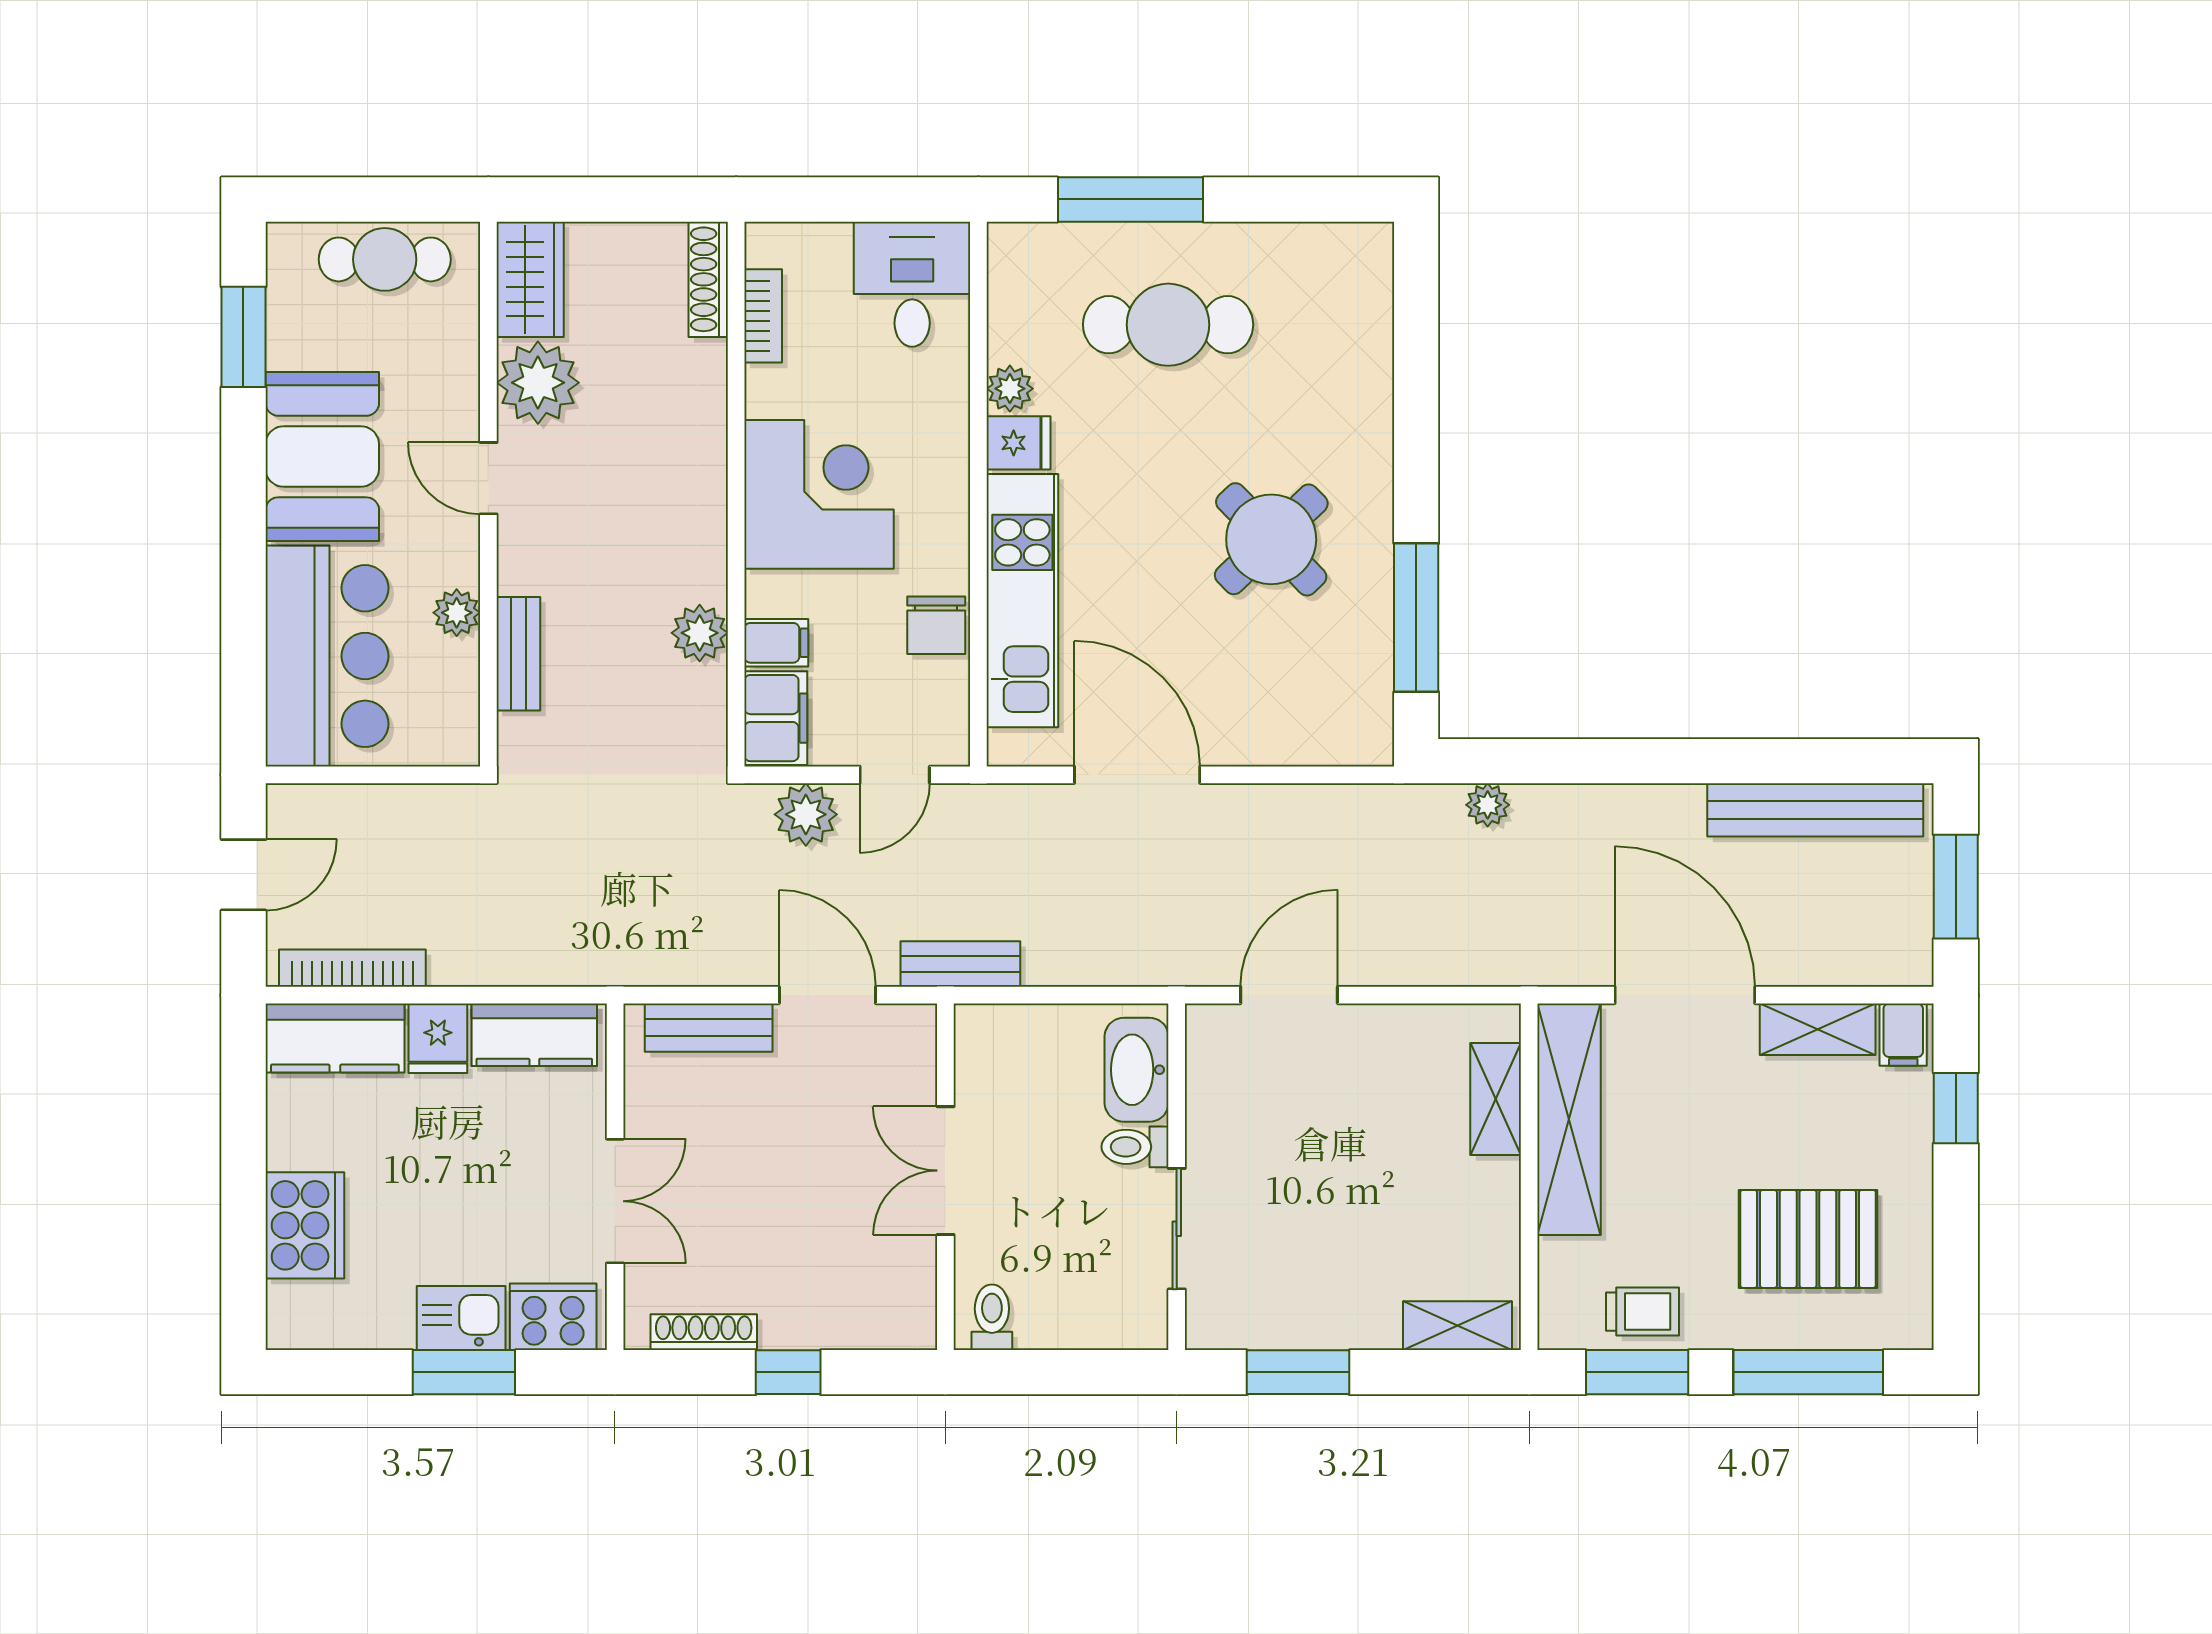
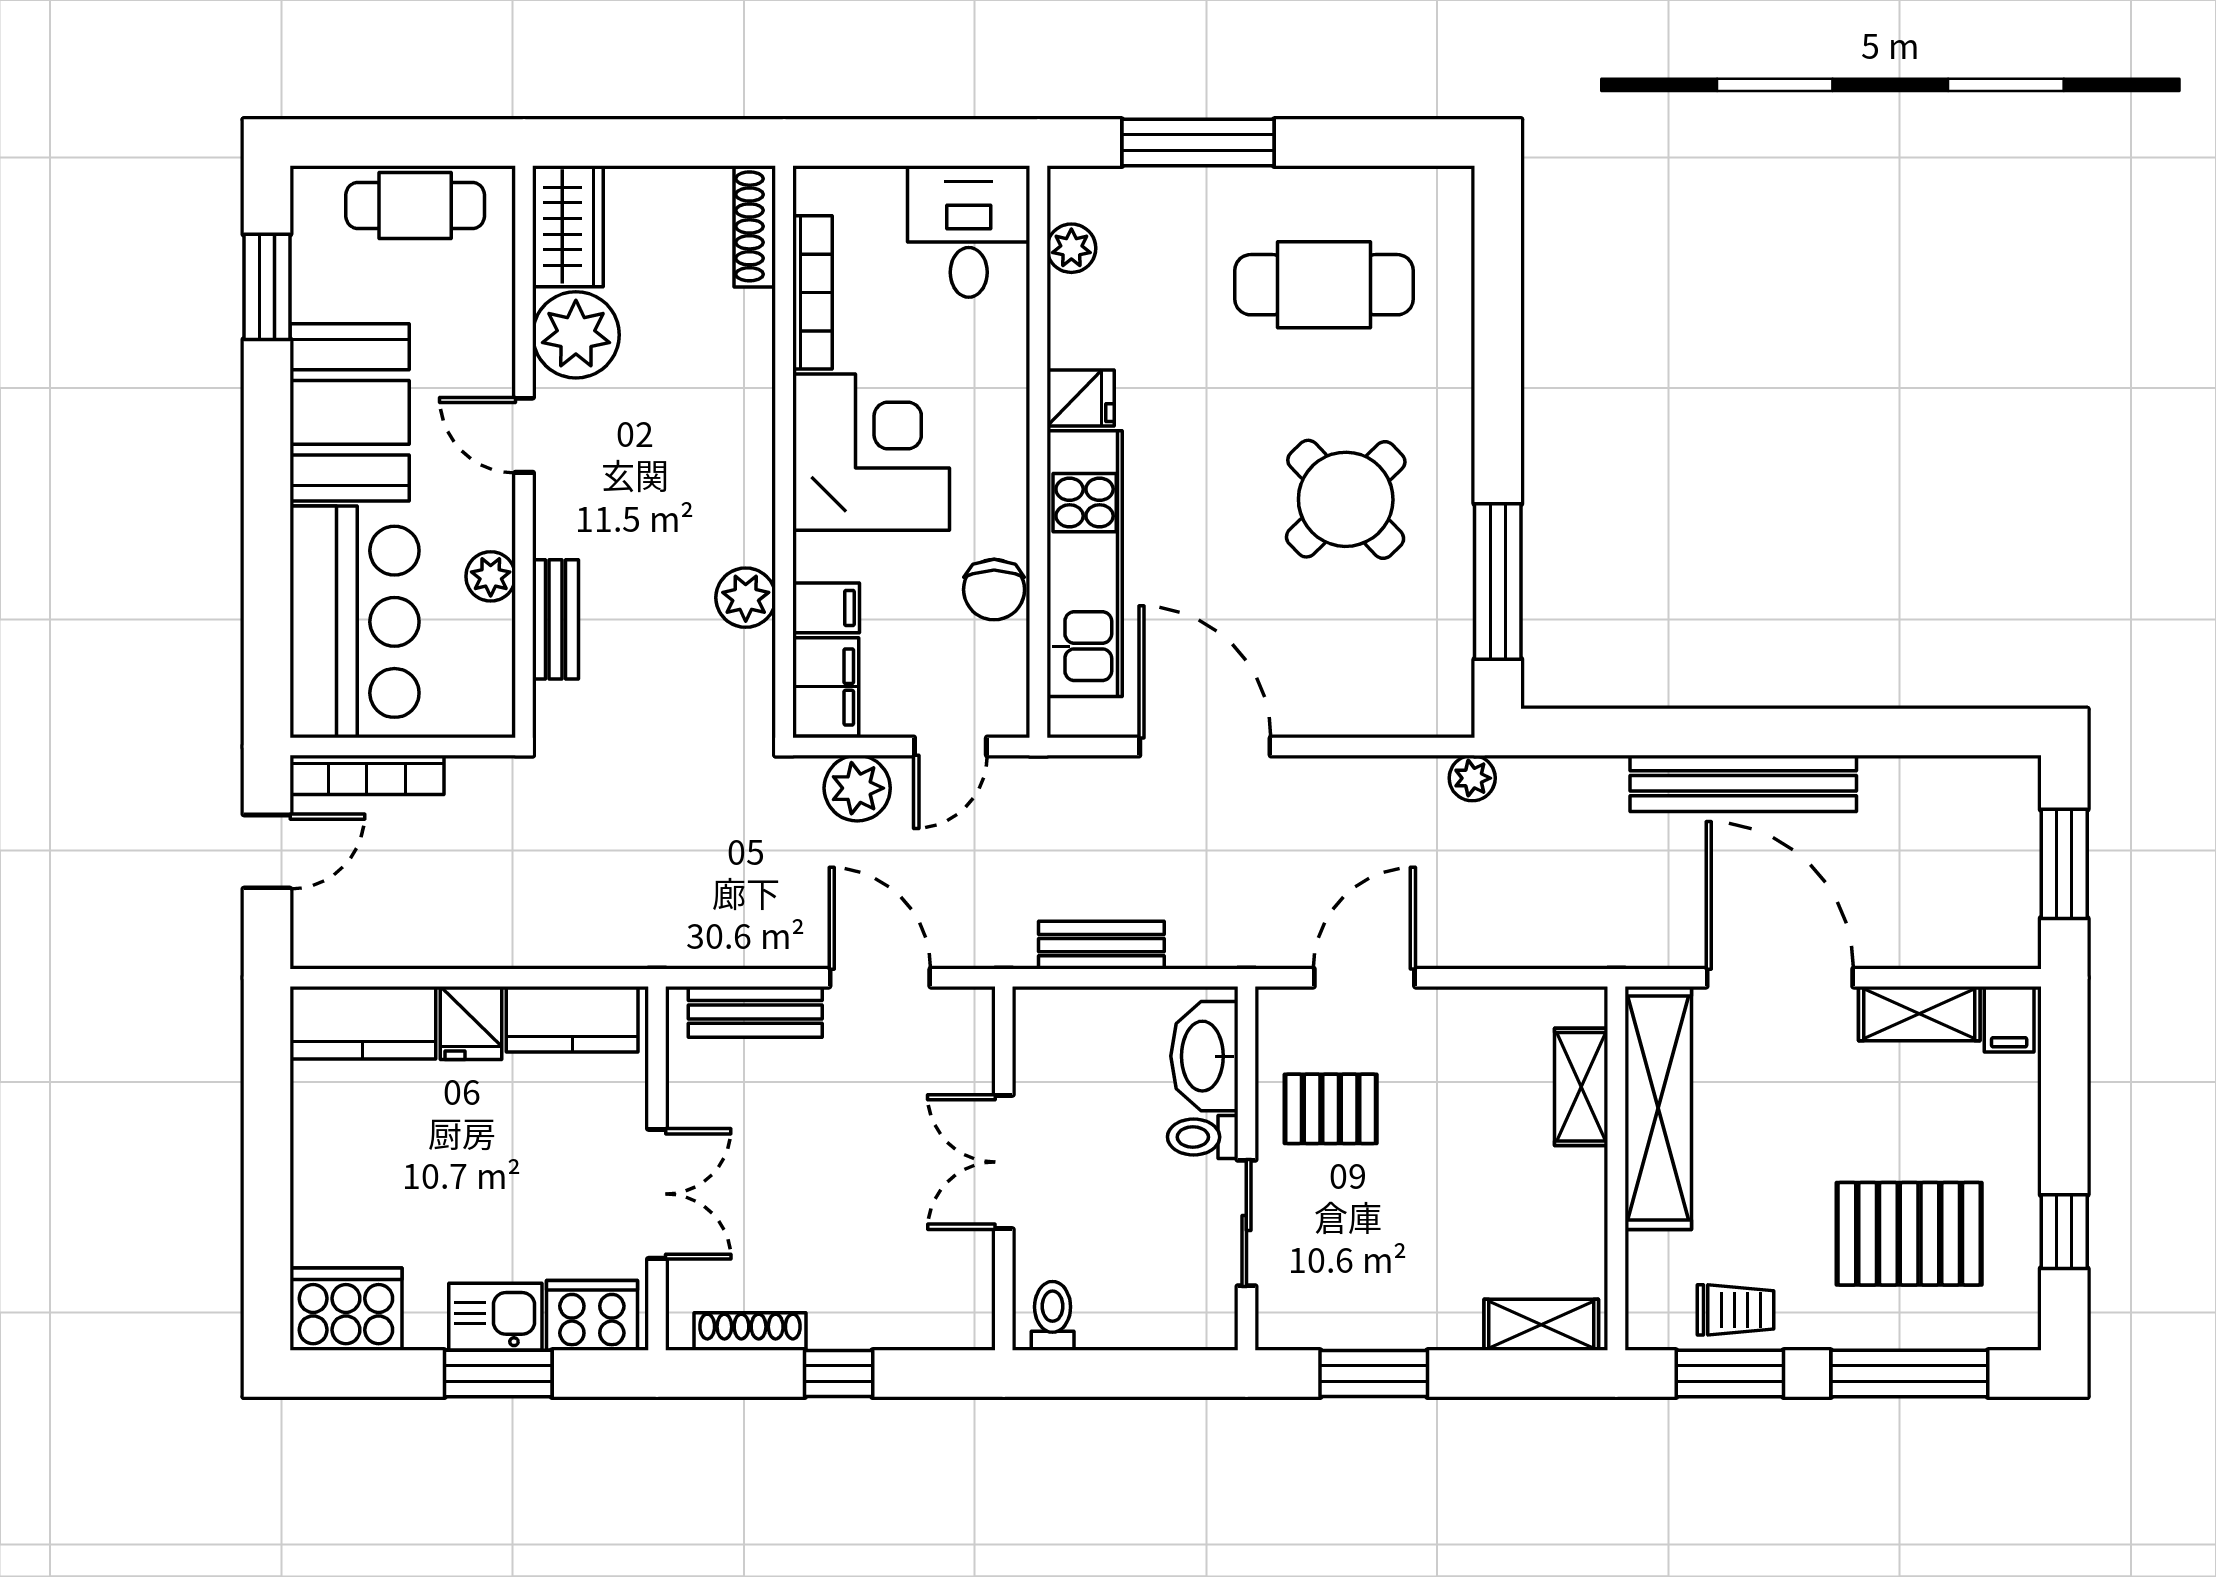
bookcase: (763, 316) -> (812, 292), width x1.56
cafe table: (1168, 325) -> (1324, 285), moved
plant: (1010, 389) -> (1071, 248), moved
plant: (1488, 805) -> (1472, 778), moved
bench: (1815, 810) -> (1743, 783), moved
bench: (960, 964) -> (1101, 945), moved
bookcase: (352, 968) -> (367, 775), moved, turned 180
window: (1956, 1108) -> (2064, 1232), moved
pallet: (1257, 1120) -> (1331, 1109), added
cooker: (305, 1225) -> (346, 1309), moved, turned -90

